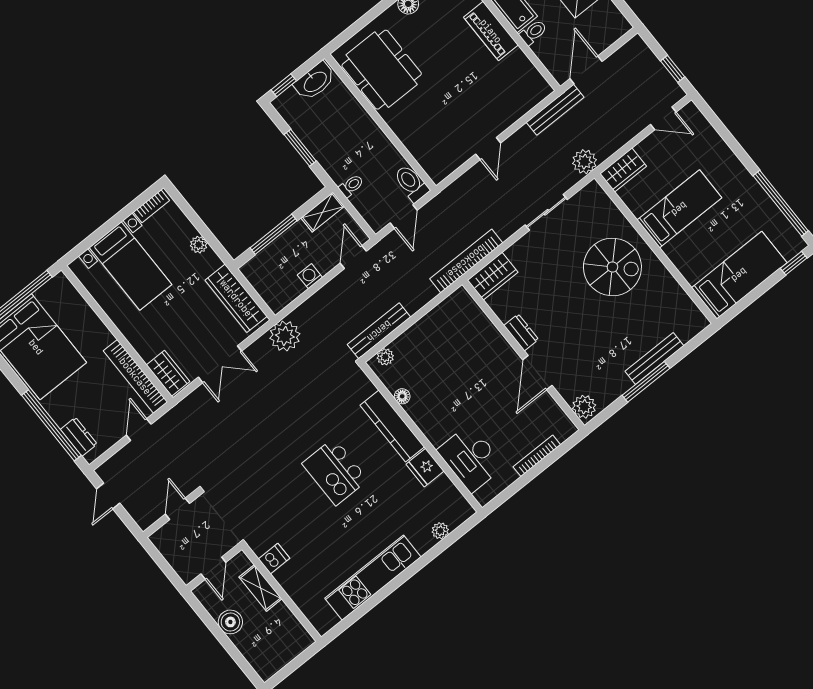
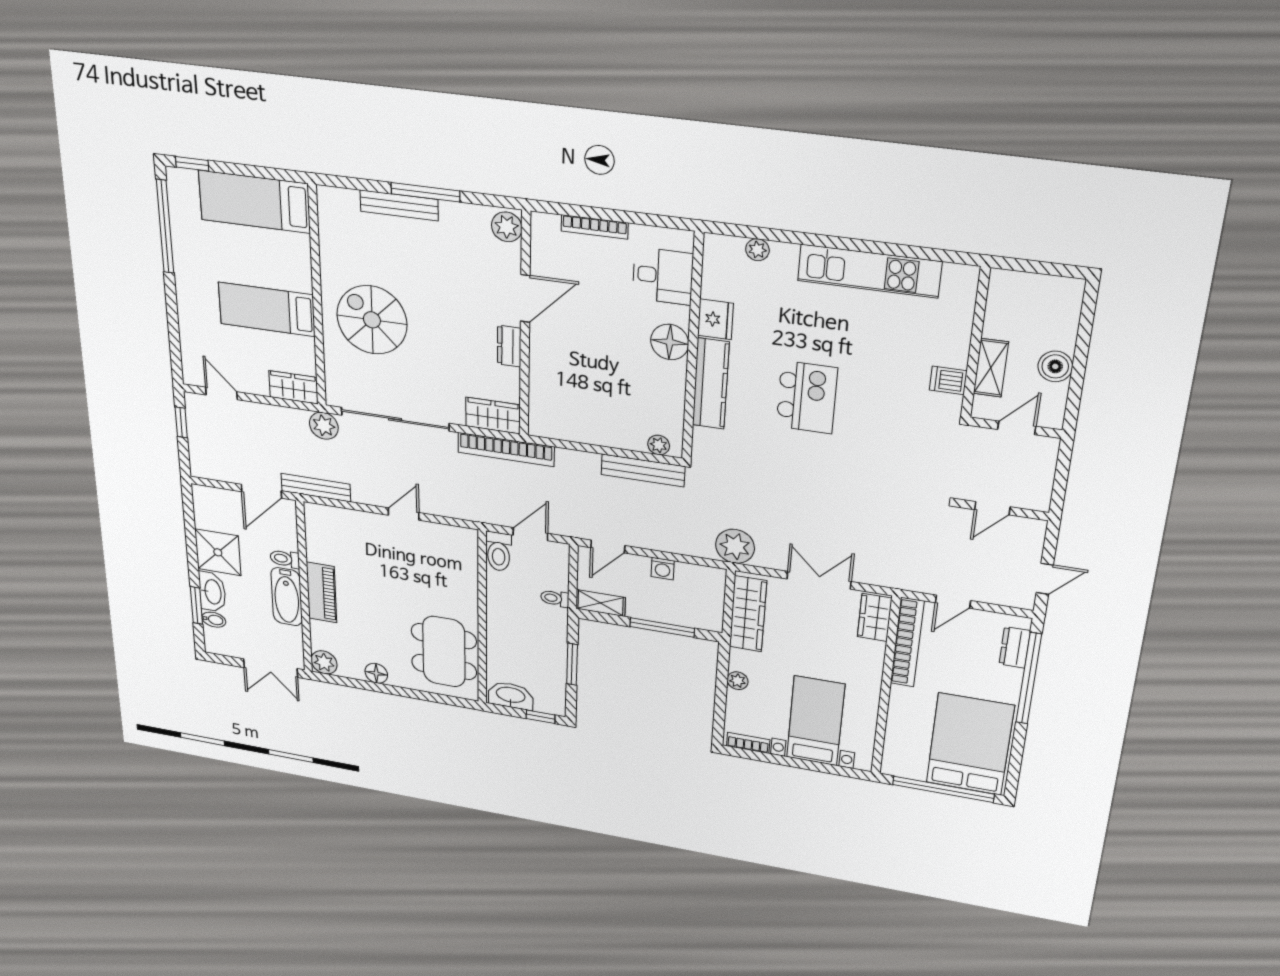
sliding door: (546, 212) -> (395, 419), width x1.86
floor lamp: (402, 396) -> (670, 342), moved, width x1.89, depth x1.89
desk: (471, 458) -> (663, 276), width x0.73

